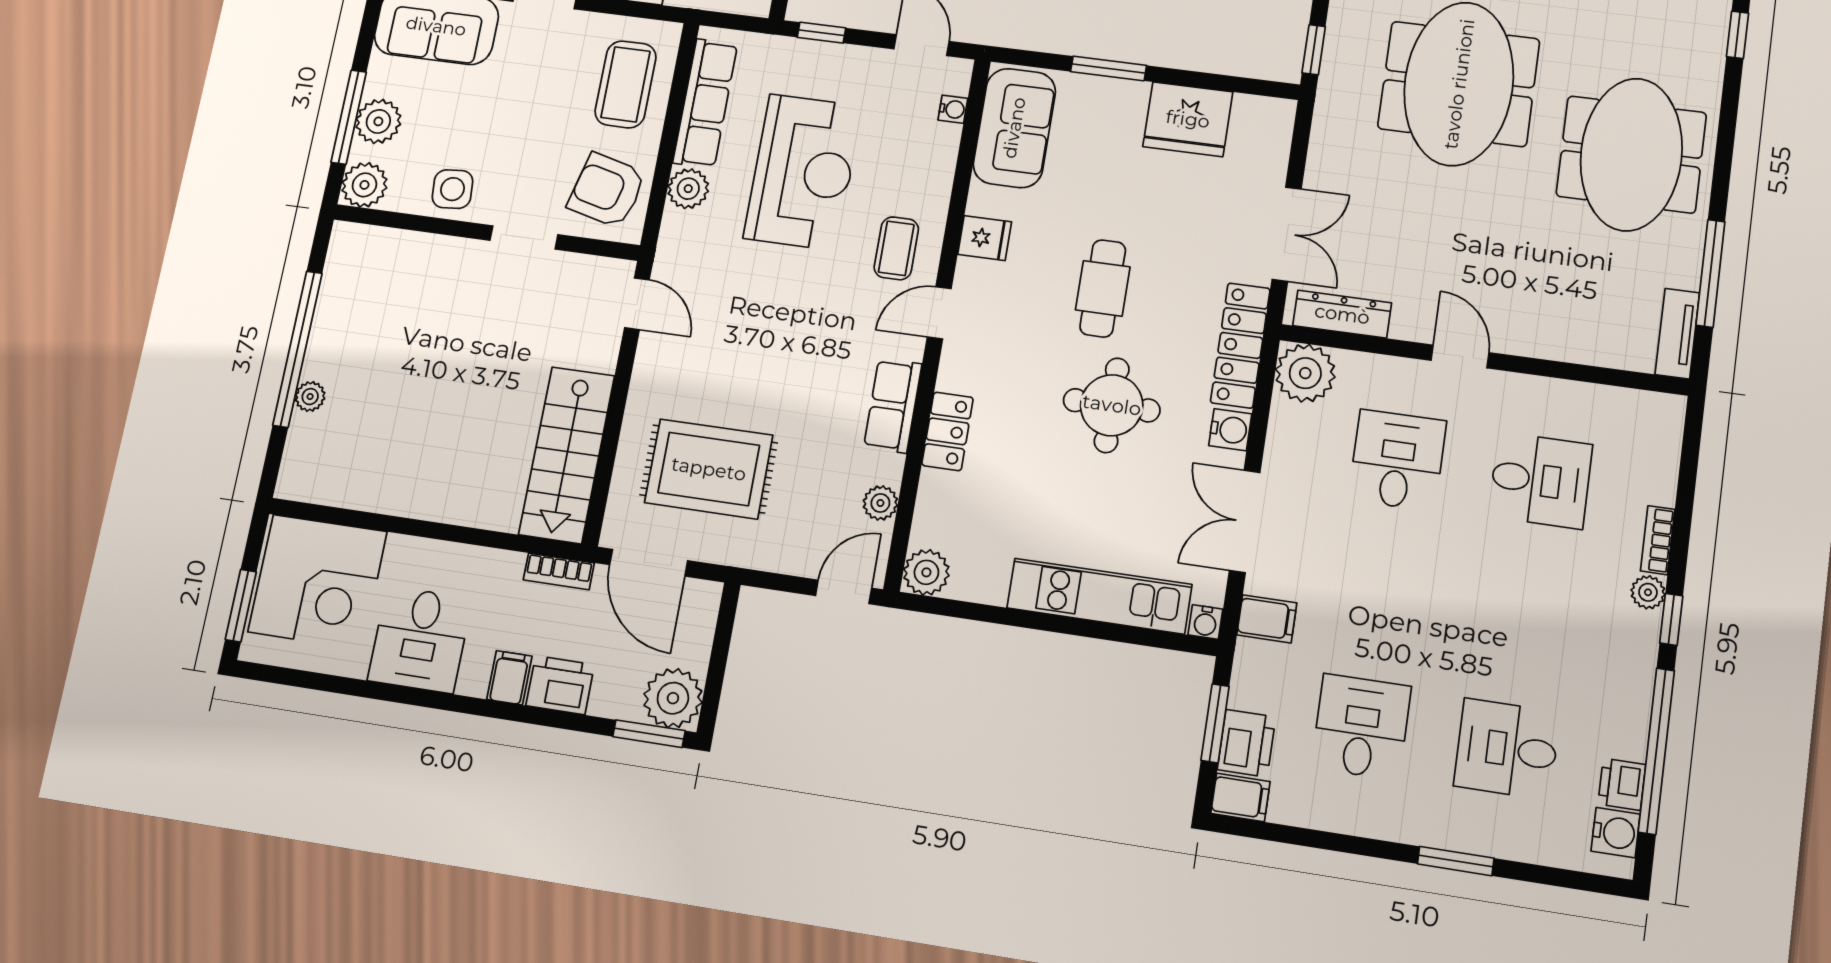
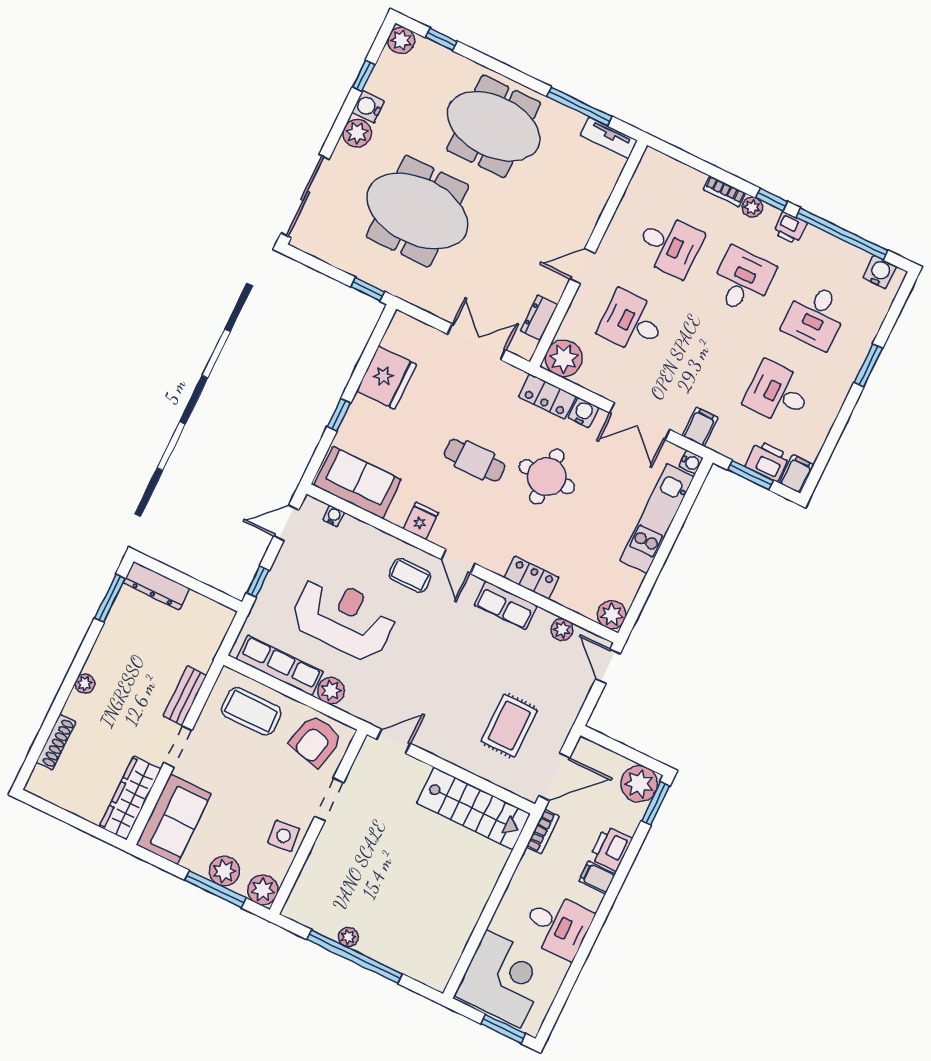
window: (1108, 68) -> (339, 415), width x0.67
dresser: (1342, 314) -> (539, 318), width x0.70
locker: (1240, 345) -> (547, 397), width x0.66
plant: (310, 397) -> (348, 937), moved
rug: (709, 469) -> (509, 726), width x0.73, depth x0.70
desk: (1540, 480) -> (669, 245), turned 90
desk: (1524, 613) -> (742, 281), added
printer: (1622, 784) -> (790, 228), moved

